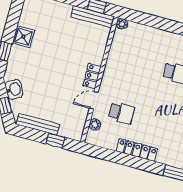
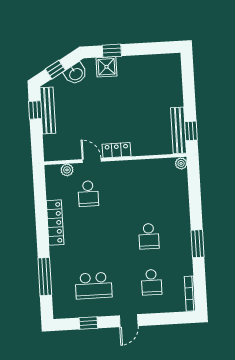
shower: (23, 37) -> (106, 67), moved
window: (55, 141) -> (35, 110), moved

